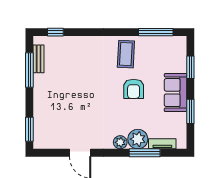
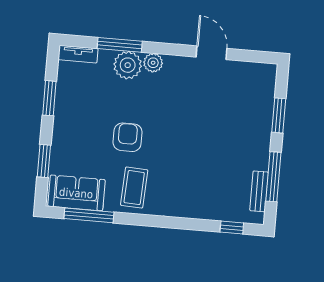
sofa: (176, 93) -> (76, 193), moved, turned -90
window: (29, 129) -> (279, 115), moved
tv unit: (162, 144) -> (78, 54), moved

